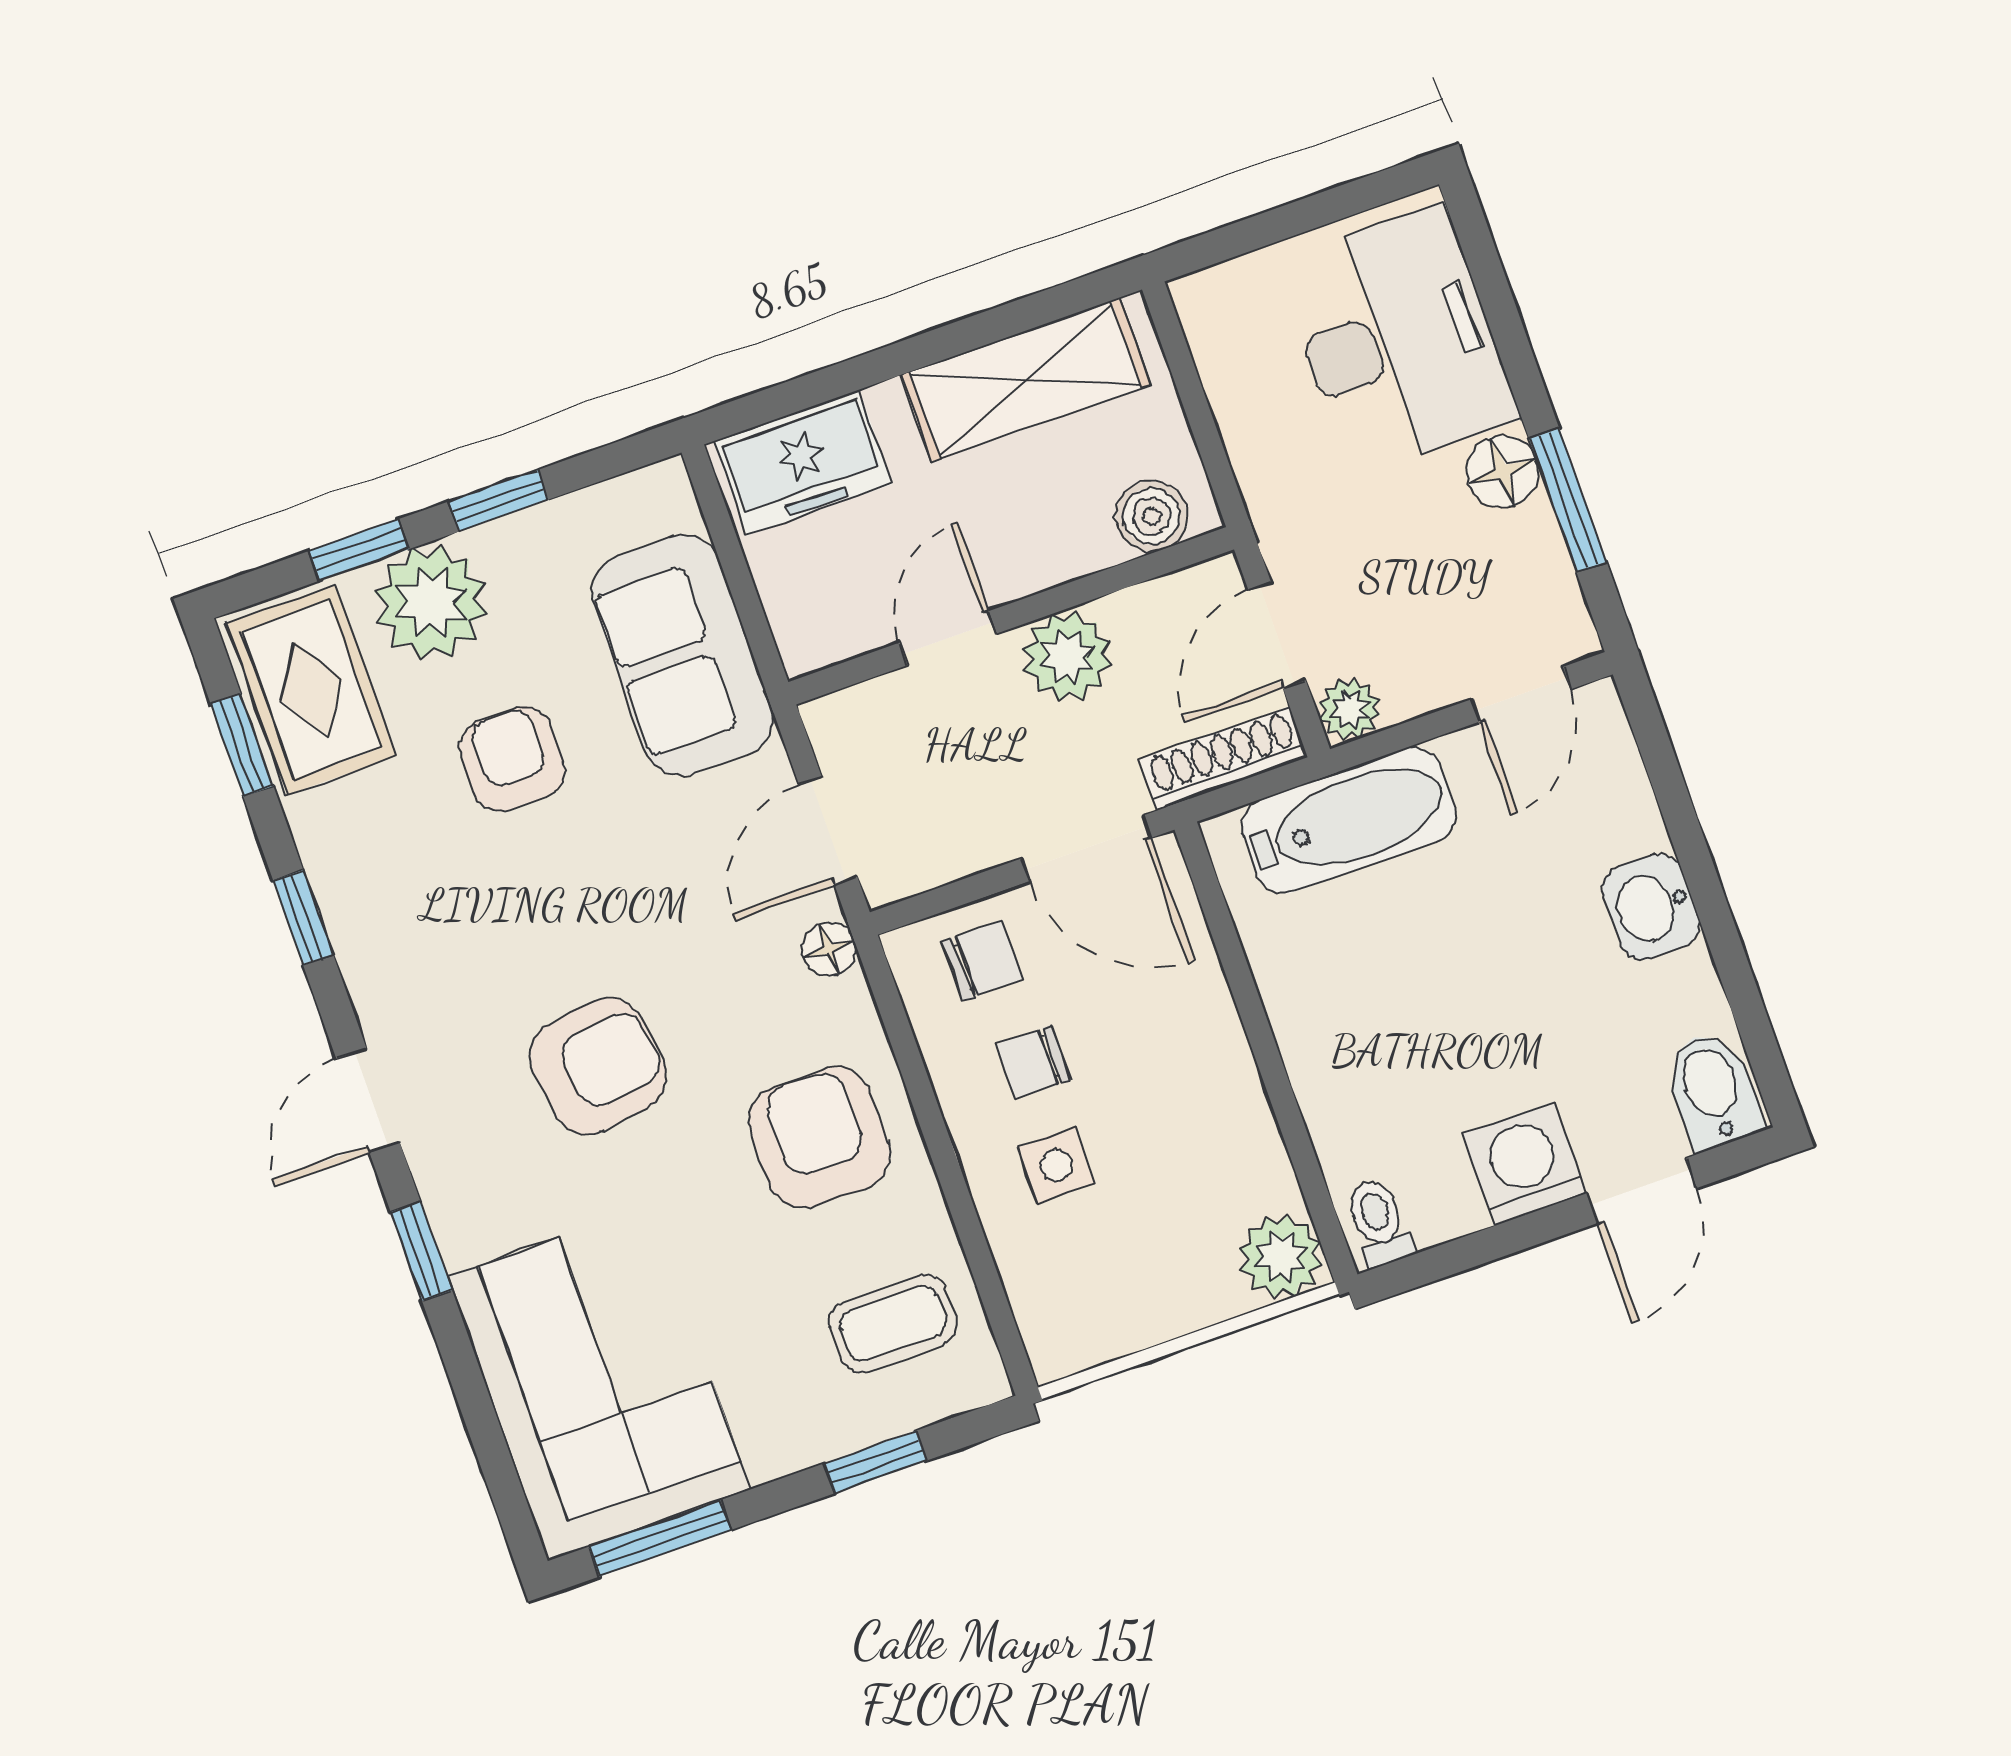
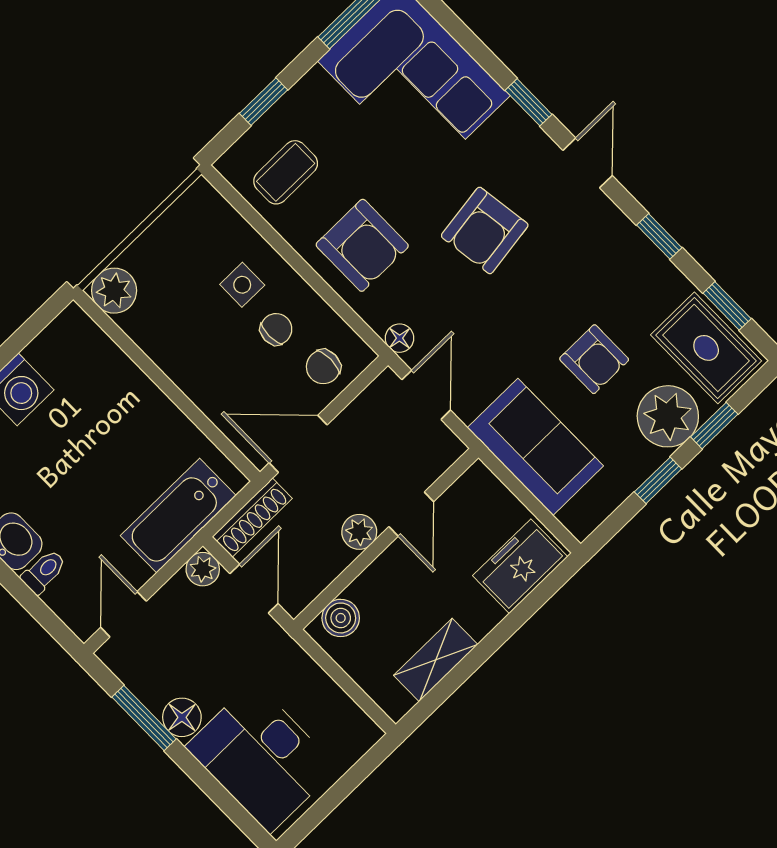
shelving: (1026, 380) -> (436, 660), width x0.67, depth x0.75
plant: (1067, 656) -> (359, 532), width x0.73, depth x0.73
toilet: (1379, 1223) -> (44, 572), moved, turned -90

